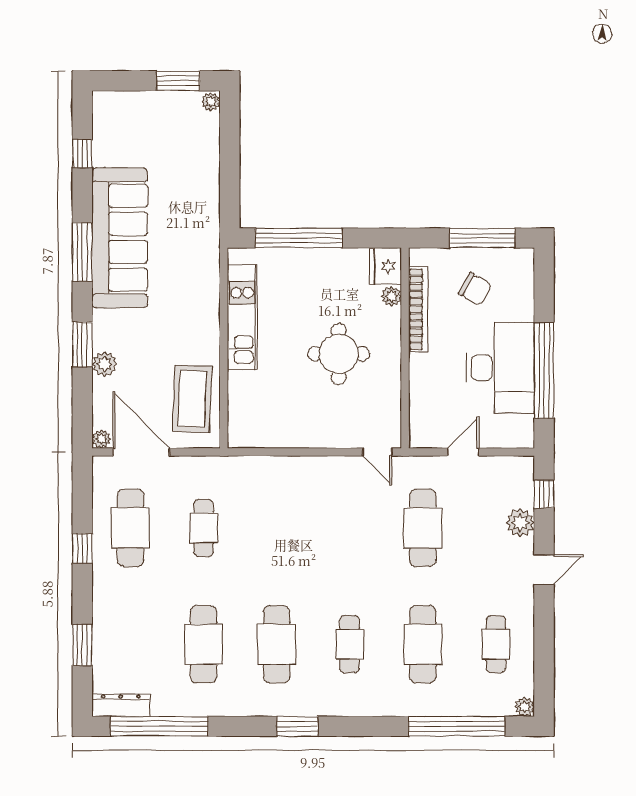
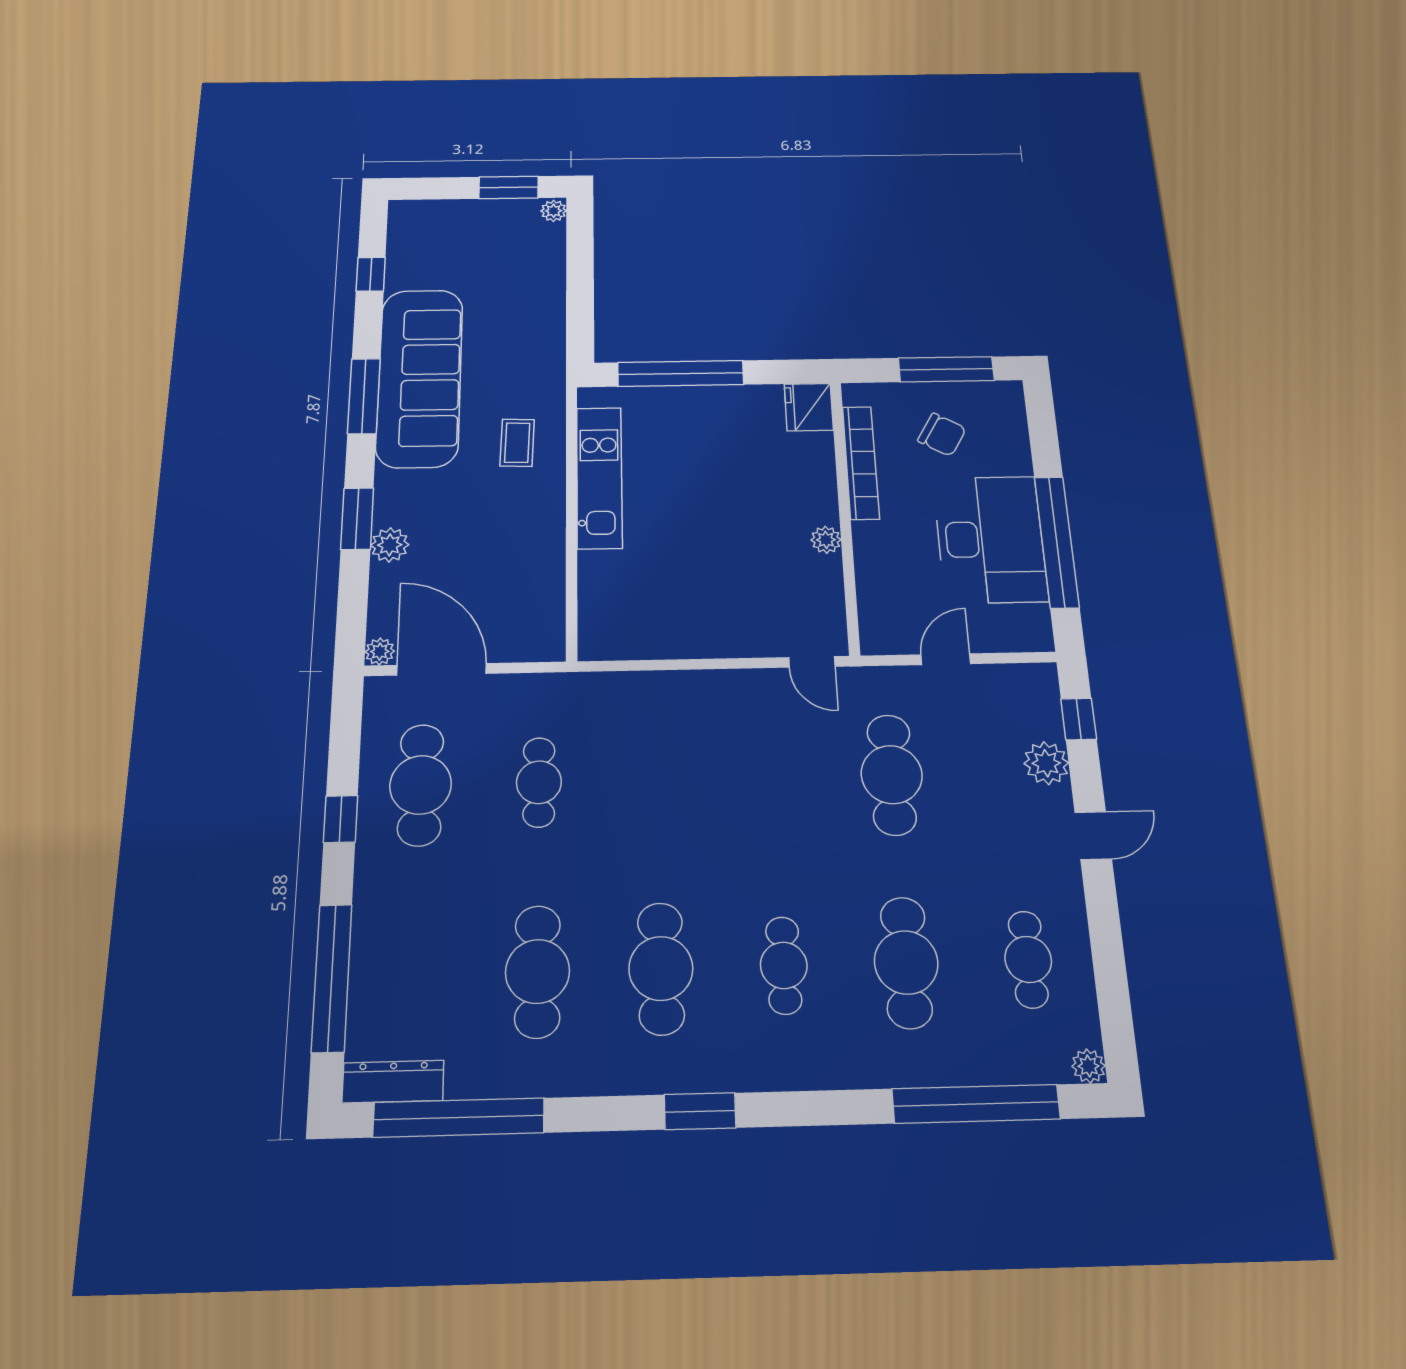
plant: (391, 296) -> (826, 540), moved
round table: (339, 354) -> (745, 524), removed
coffee table: (192, 399) -> (517, 443), moved, width x0.54, depth x0.58
window: (82, 645) -> (332, 978), width x2.11

